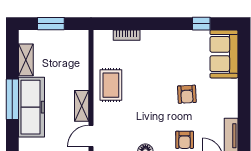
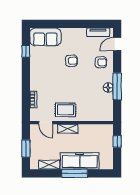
shelving: (82, 106) -> (68, 129), moved
door: (91, 136) -> (46, 123), moved

